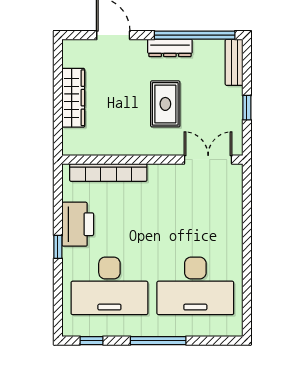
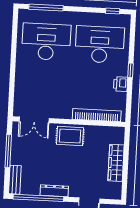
rug: (165, 104) -> (70, 136), moved, turned 90
window: (247, 108) -> (8, 151), width x2.17
printer: (78, 224) -> (121, 84), width x0.53, depth x0.68
window: (158, 341) -> (46, 8), moved

